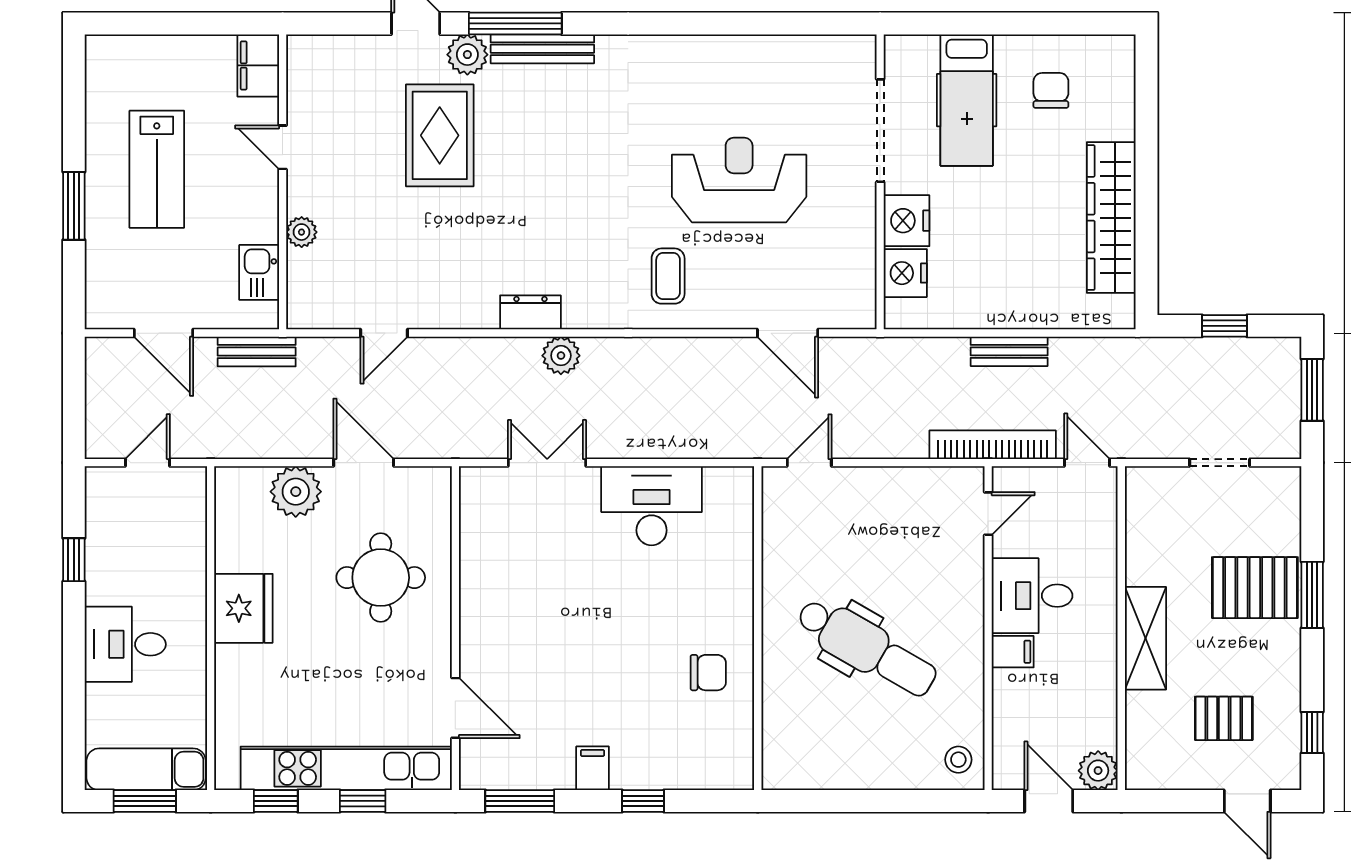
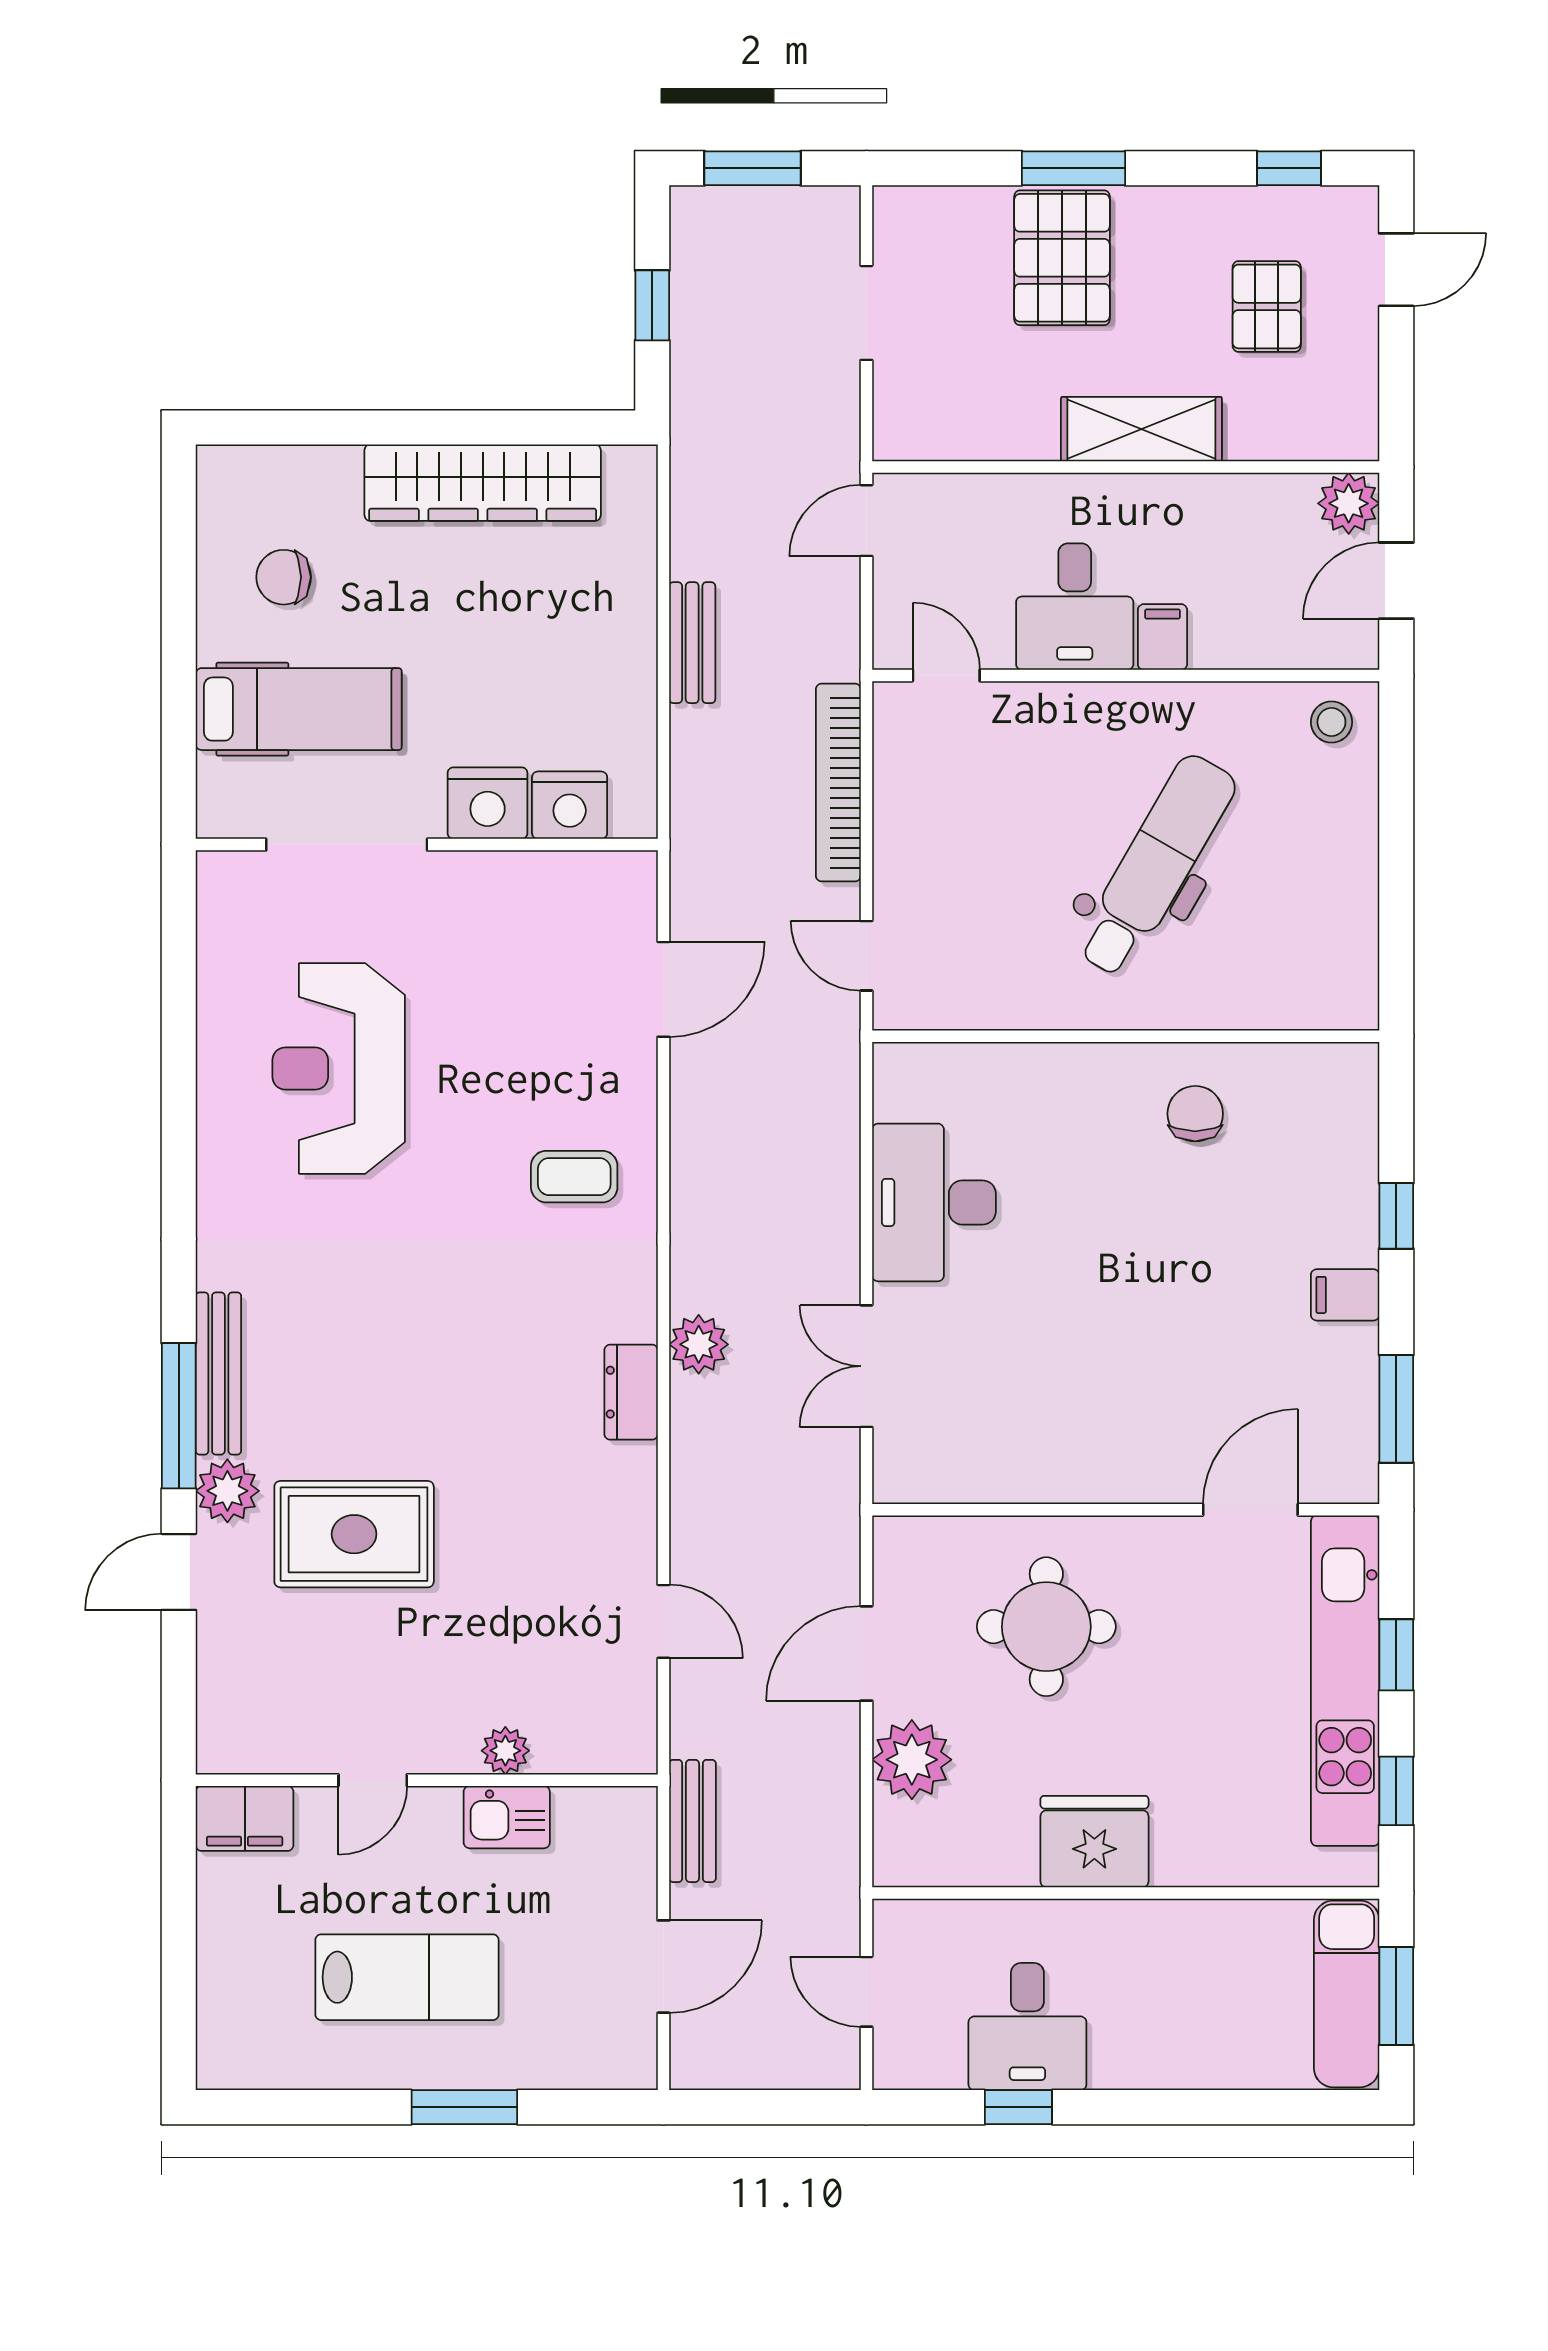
reception desk: (739, 180) -> (339, 1068), moved
kitchen sink: (259, 272) -> (507, 1817), moved
bookcase: (993, 445) -> (838, 783), moved
desk: (125, 644) -> (1027, 2027), moved

